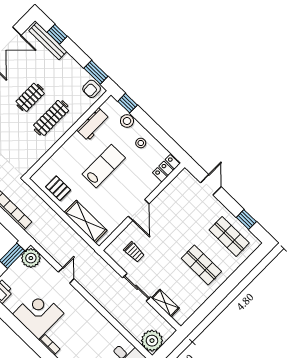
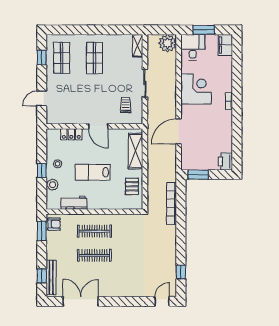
clothes rail: (30, 97) -> (94, 255), width x1.36
window: (128, 103) -> (42, 171), moved
locker: (166, 168) -> (71, 134), moved
door: (139, 210) -> (98, 126), swing flipped
plant: (31, 258) -> (189, 162), removed
door: (66, 275) -> (179, 131), width x1.87
shelving: (165, 303) -> (138, 46), moved
corner desk: (38, 314) -> (196, 89), moved, turned 180

